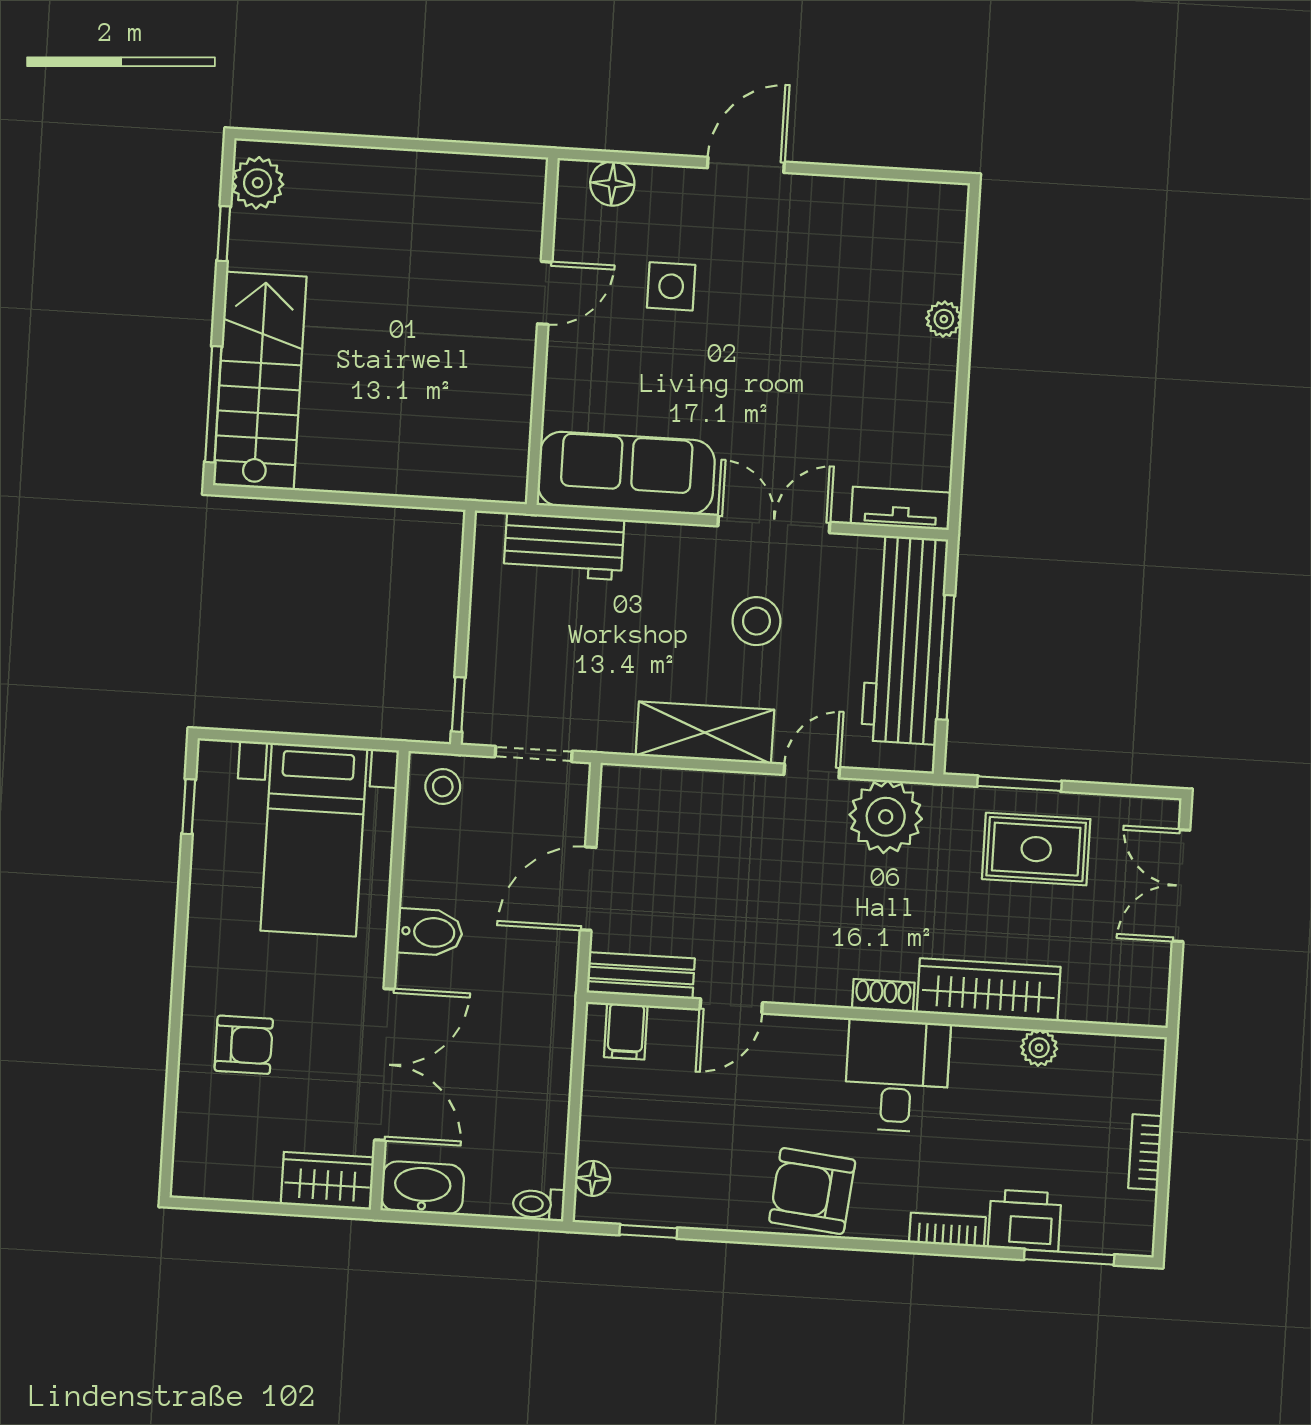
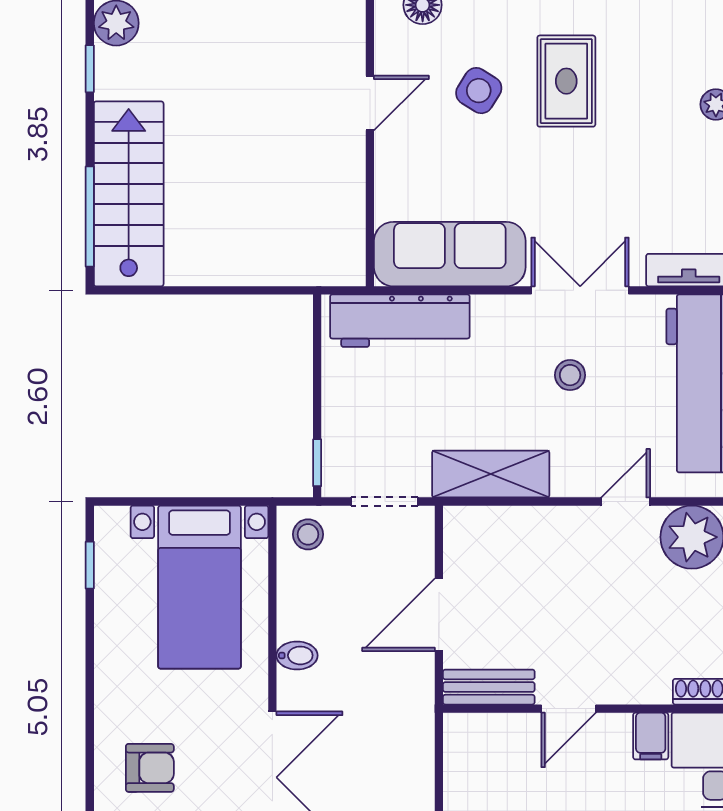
rug: (773, 282) -> (566, 81), added
side table: (671, 286) -> (479, 91), turned 32
workbench: (564, 546) -> (400, 321), width x1.38
stool: (756, 621) -> (570, 375), width x0.73, depth x0.73
shelving: (705, 733) -> (491, 474), moved
bidet: (430, 932) -> (297, 655), width x0.72, depth x0.74
filing cabinet: (626, 1031) -> (651, 736), moved

